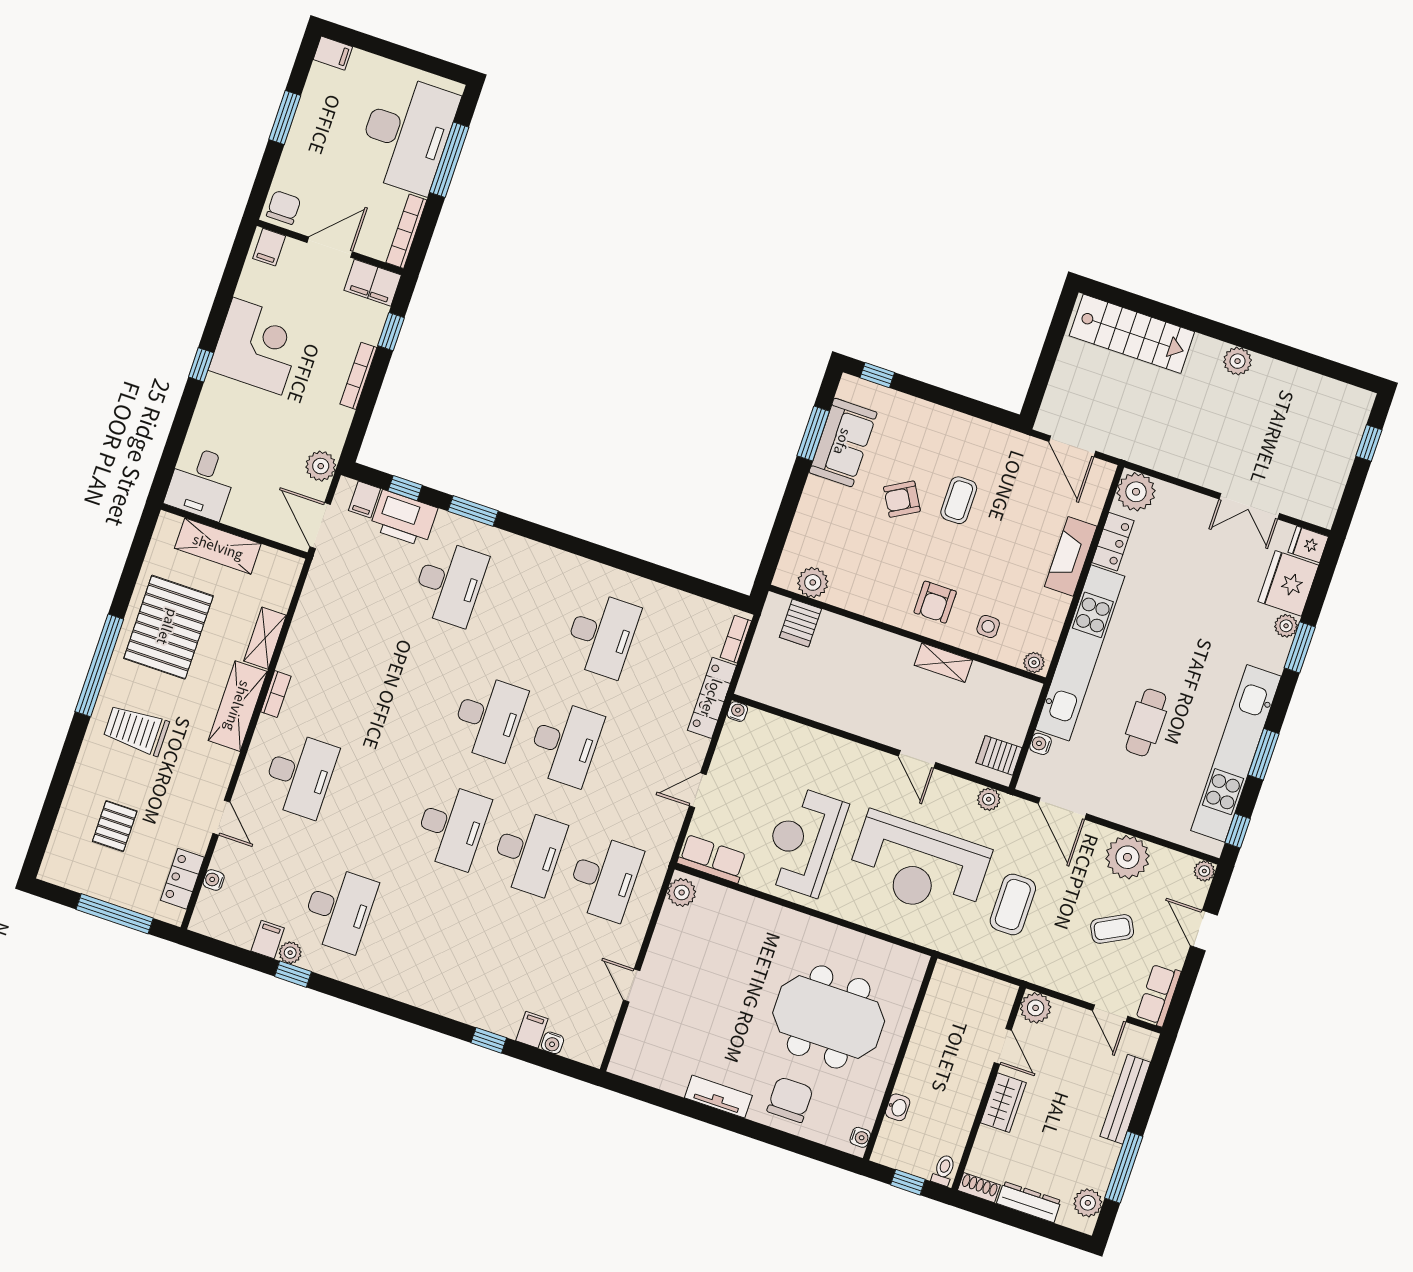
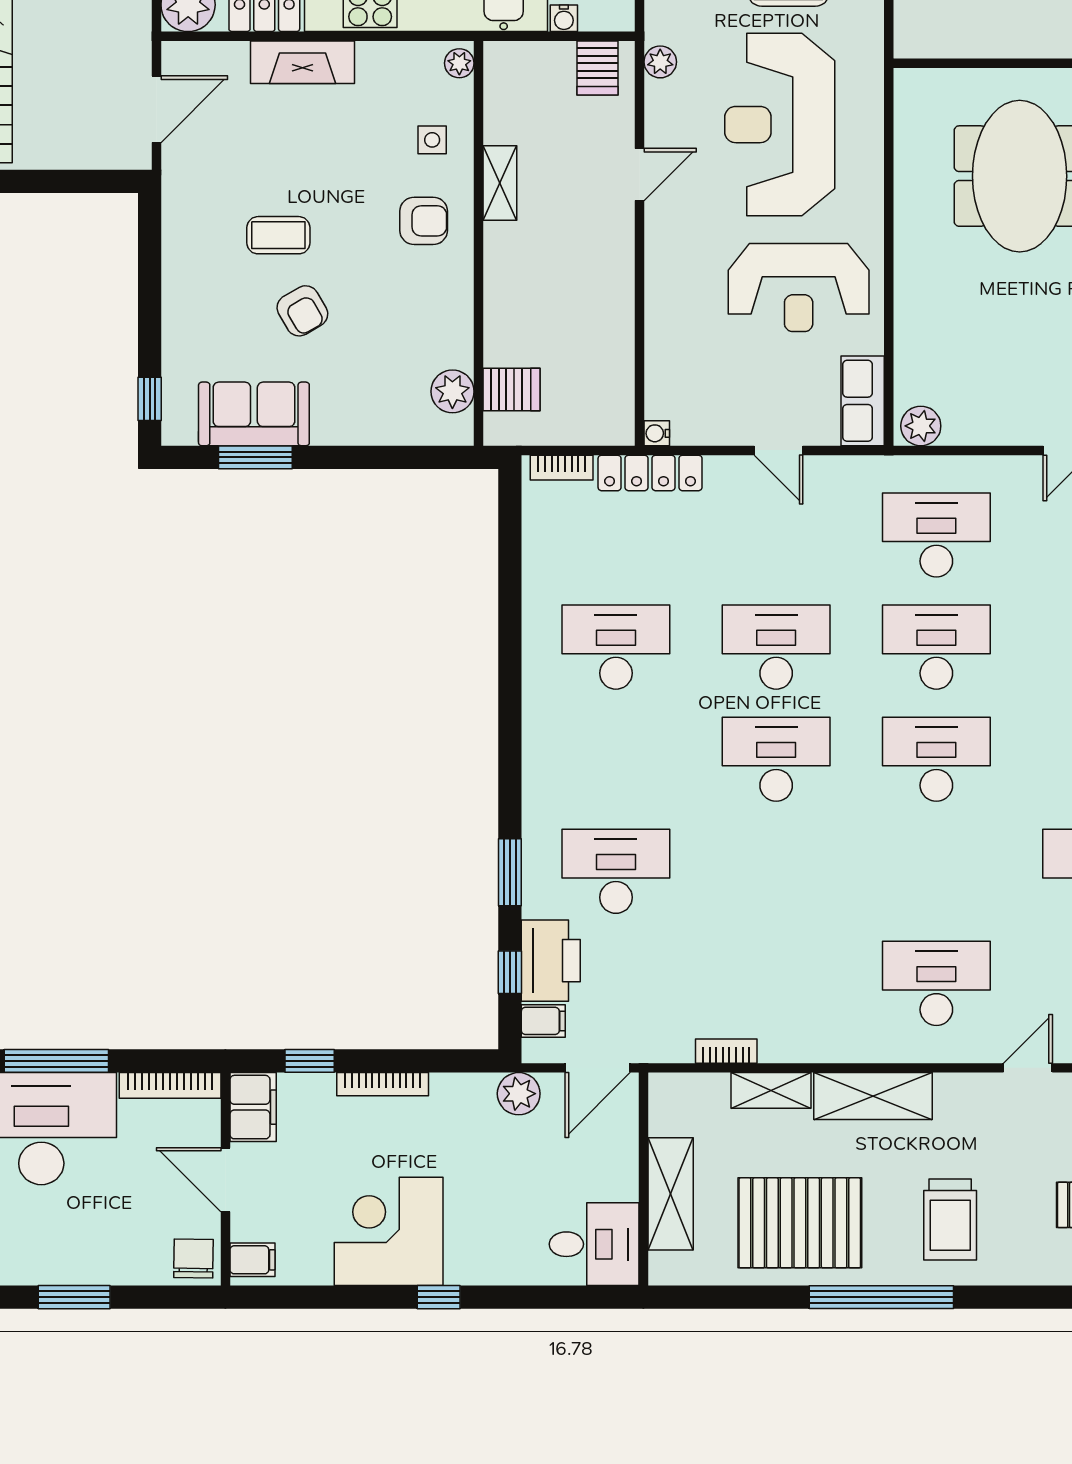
chair: (284, 207) -> (194, 1258), turned 91
bookcase: (276, 694) -> (726, 1051), moved
reception desk: (919, 866) -> (780, 125), turned 180

